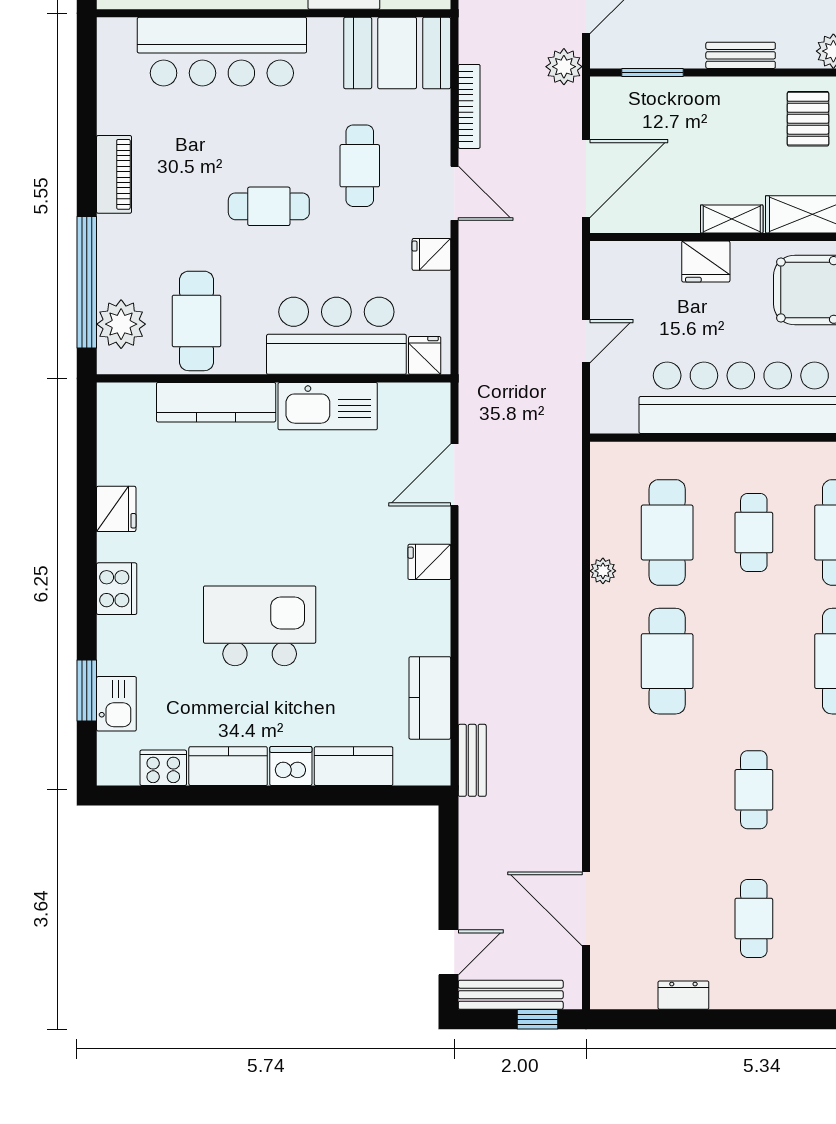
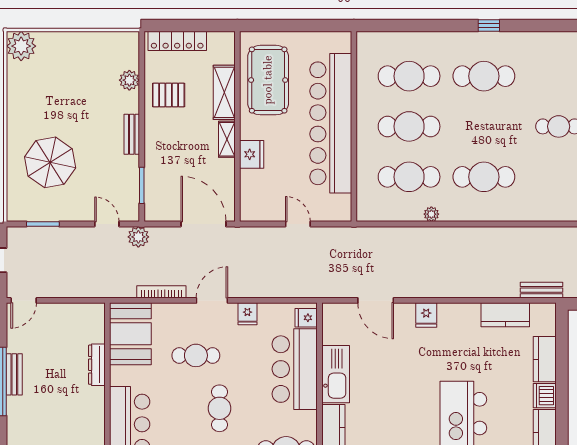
cafe table: (754, 532) -> (409, 126), width x1.37, depth x1.35

